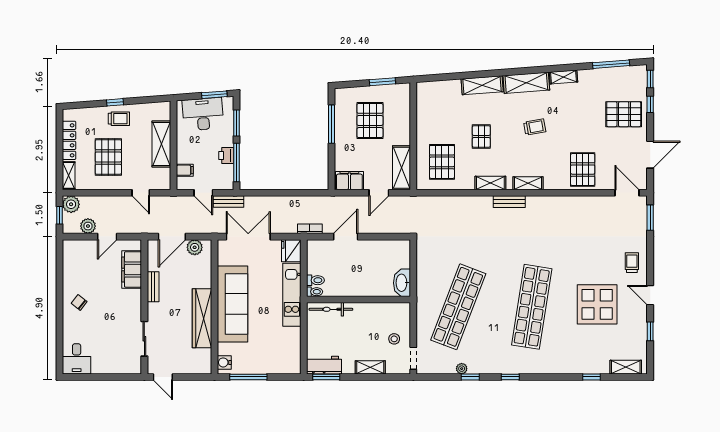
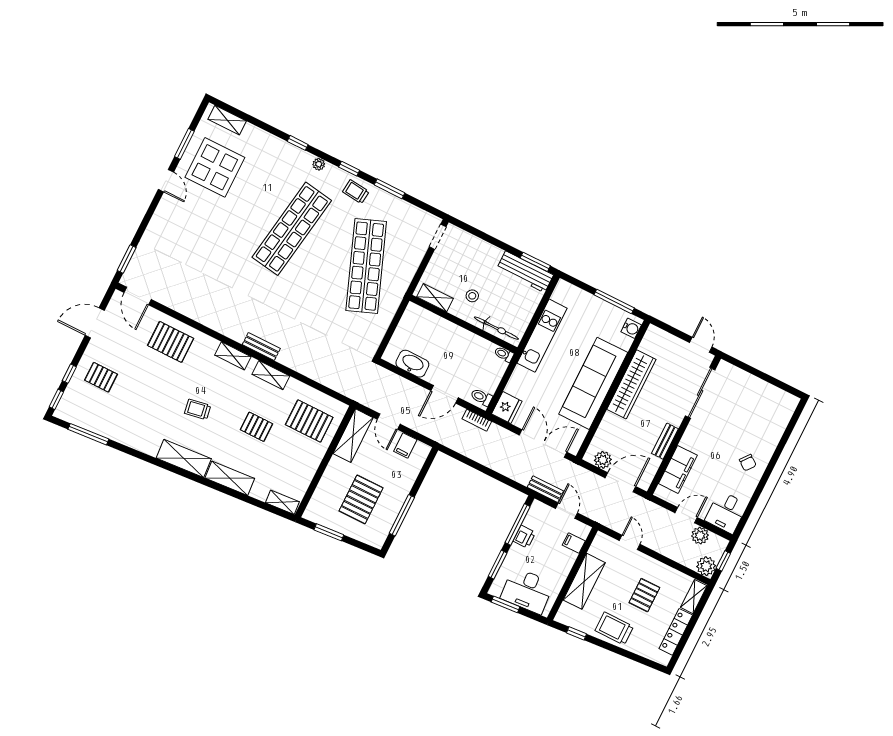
shelving: (564, 77) -> (282, 502), moved
window: (115, 102) -> (576, 633), moved
pallet: (624, 114) -> (101, 377), width x0.67, depth x0.71
trolley: (119, 119) -> (614, 628), width x1.36, depth x1.39
pallet: (481, 137) -> (256, 427), turned 90
pallet: (108, 157) -> (644, 595), width x0.67, depth x0.71
pallet: (442, 162) -> (309, 421), turned 90
pallet: (583, 170) -> (171, 342), turned 90
filing cabinet: (349, 181) -> (405, 445), width x0.50
door: (379, 193) -> (389, 422), swing flipped
double door: (248, 237) -> (543, 444), swing flipped
trolley: (632, 263) -> (356, 192), moved, turned 96
toilet: (315, 280) -> (481, 397), moved
washbasin: (402, 283) -> (412, 364), moved, turned -90
kitchen unit: (292, 295) -> (542, 336), moved
display table: (597, 304) -> (215, 167), moved
shop shelf: (458, 307) -> (366, 266), turned -42
window: (650, 331) -> (184, 144), width x1.50
sliding door: (144, 339) -> (700, 393), width x1.37
stool: (394, 339) -> (472, 296), moved
desk: (77, 359) -> (726, 512), moved, turned 180
workbench: (324, 365) -> (525, 272), width x1.38
shelving: (370, 367) -> (435, 298), moved
plant: (462, 369) -> (319, 164), moved
window: (470, 377) -> (389, 189), width x1.50
window: (592, 377) -> (298, 143), moved

